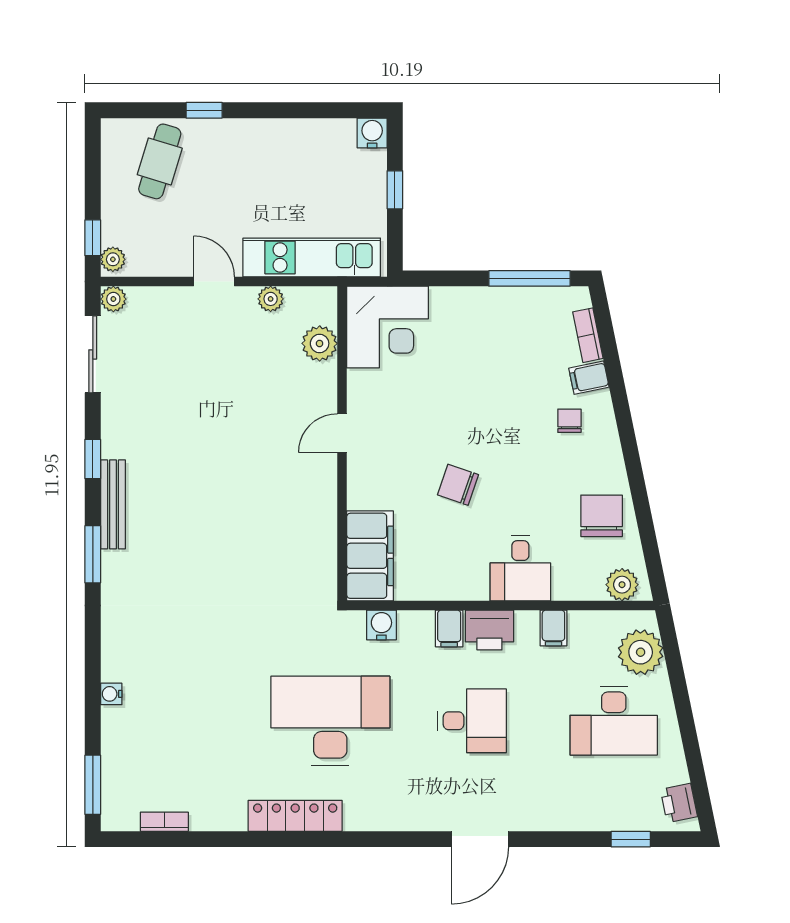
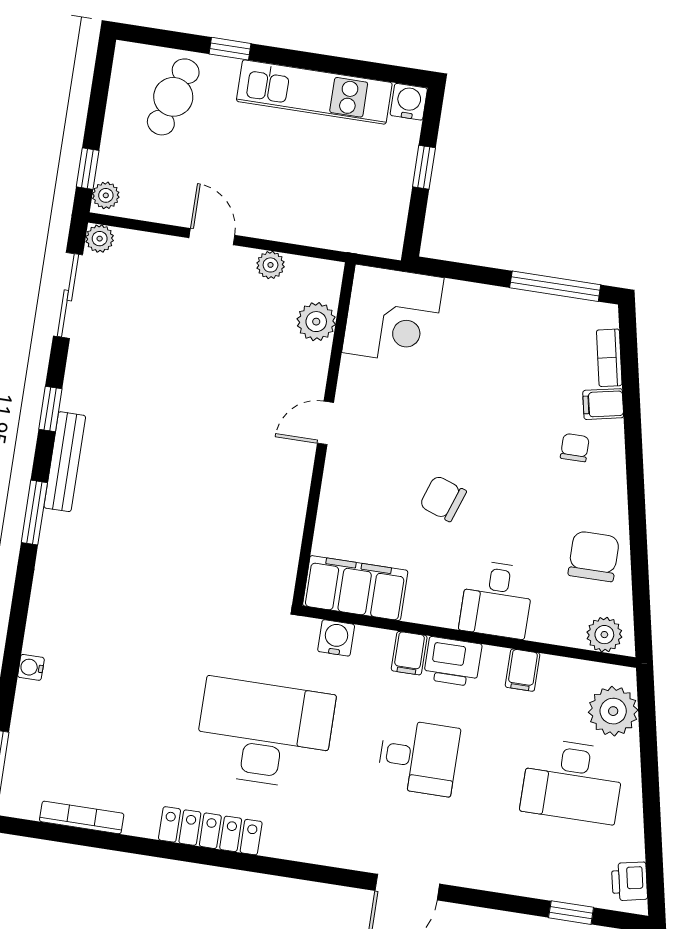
kitchen unit: (312, 257) -> (314, 92), moved, turned 180
filing cabinet: (370, 556) -> (355, 588), moved, turned -90
bookcase: (164, 822) -> (82, 817), width x1.56

